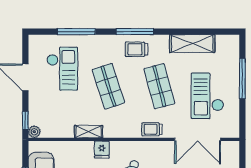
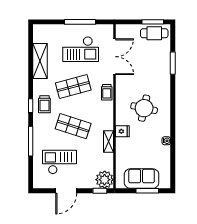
window: (76, 32) -> (31, 141), moved
window: (135, 32) -> (31, 106), width x0.46
window: (242, 79) -> (80, 22), moved
shop shelf: (108, 86) -> (73, 126), turned 36
plant: (34, 132) -> (105, 180), width x1.88, depth x1.88

